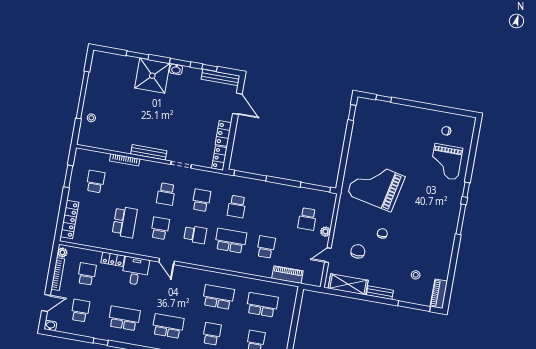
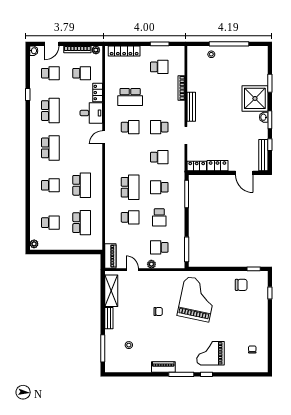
door: (237, 104) -> (244, 173), hinge flipped
grand piano: (446, 162) -> (210, 353), moved
school desk: (195, 234) -> (159, 217), moved
chair: (358, 251) -> (241, 285), moved
piano: (287, 275) -> (110, 256), moved
piano: (439, 294) -> (163, 367), moved
door: (46, 303) -> (52, 44), hinge flipped

